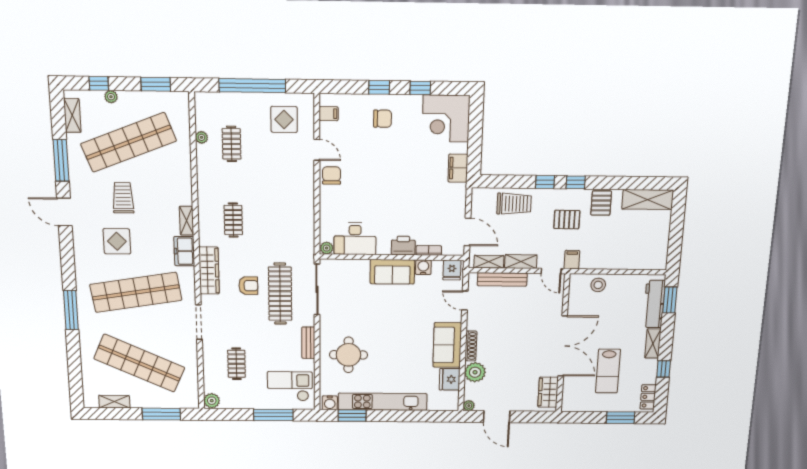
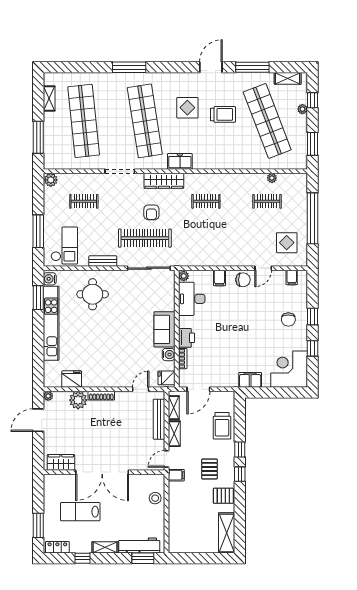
filing cabinet: (329, 205) -> (219, 278), added
shelving: (186, 221) -> (205, 164), removed
sofa: (447, 345) -> (102, 376), removed
shop shelf: (139, 363) -> (84, 121), turned -30

